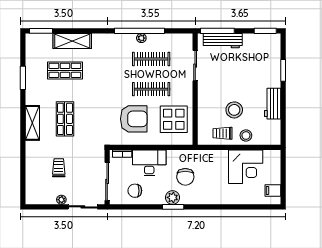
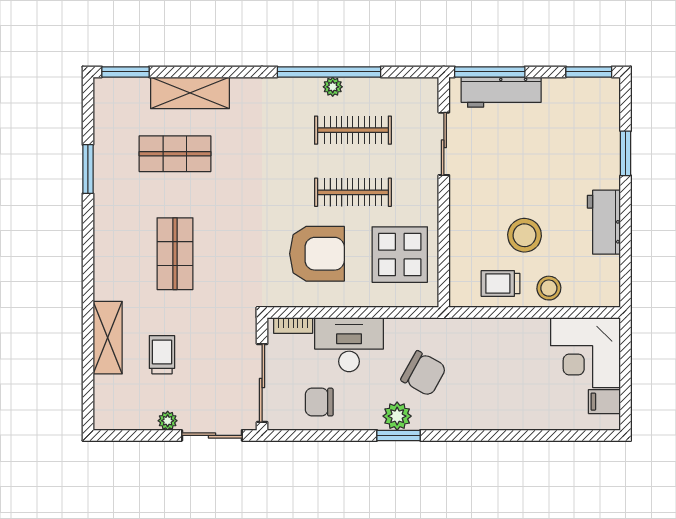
shelving: (32, 123) -> (108, 338), moved
corner desk: (246, 167) -> (586, 353), moved, turned 90
chair: (185, 177) -> (424, 373), turned -61

